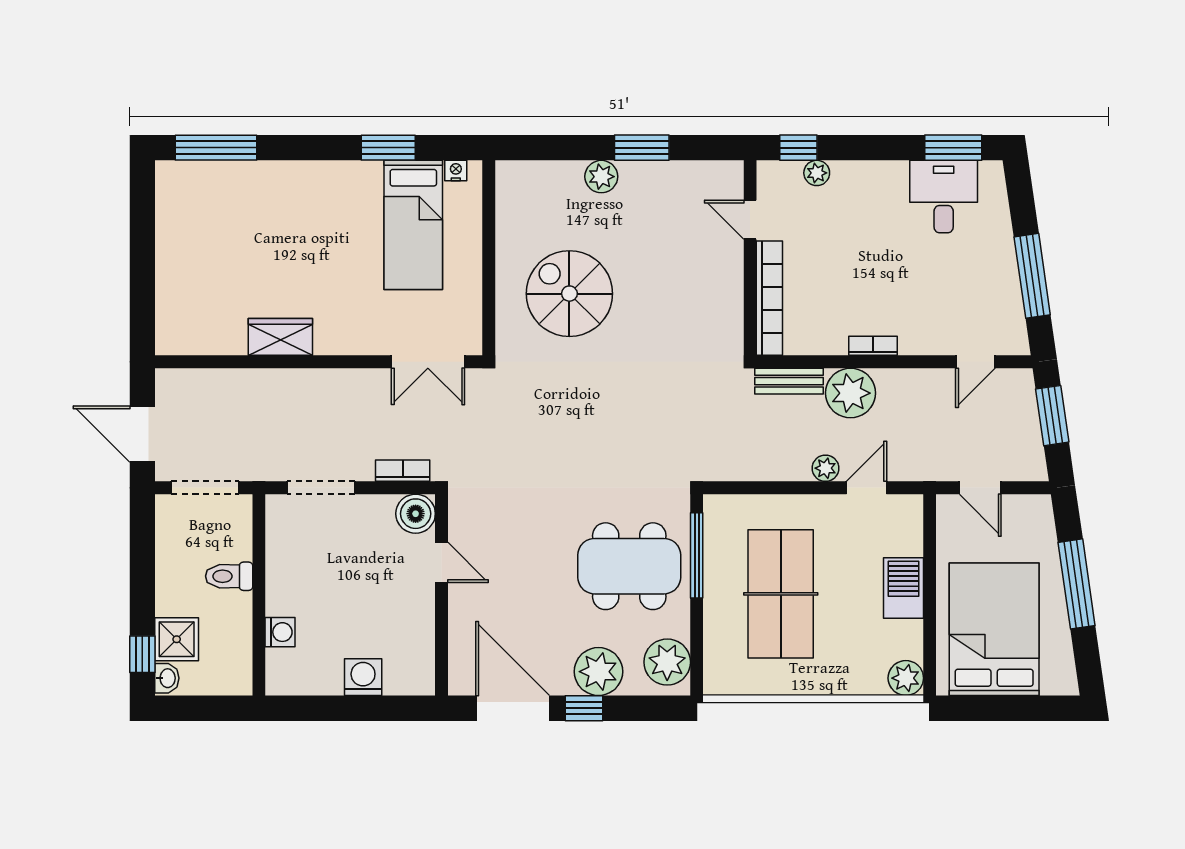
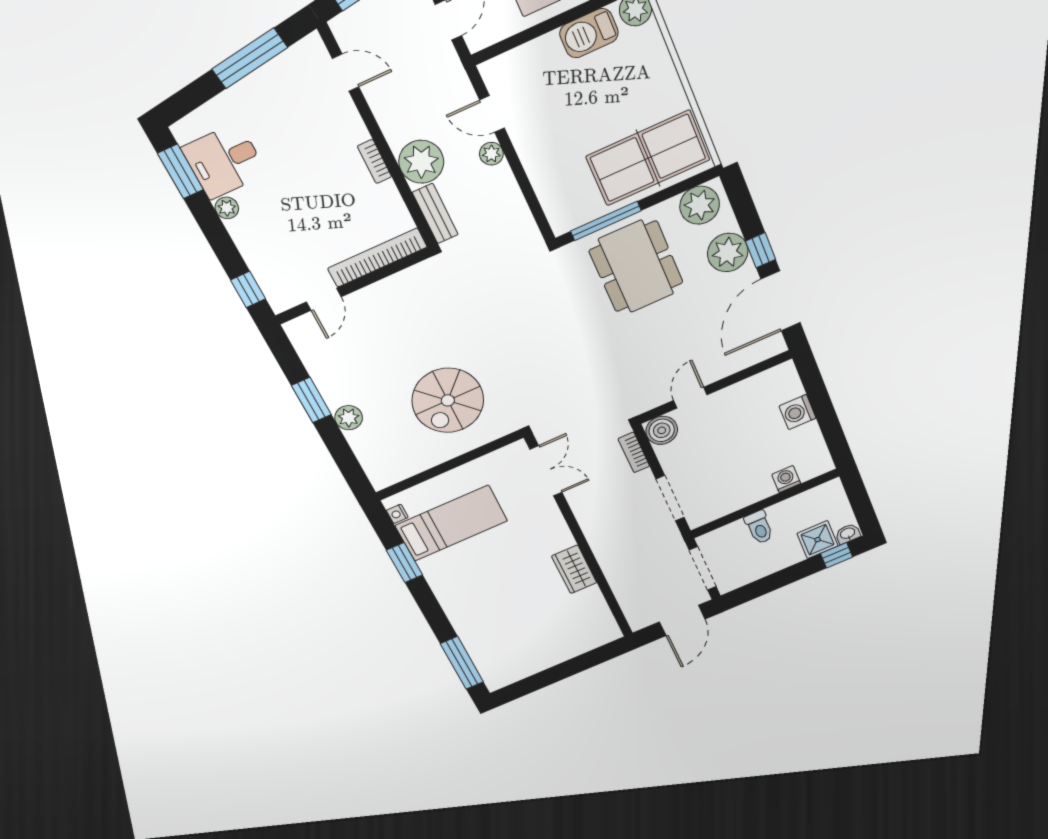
plant: (817, 173) -> (227, 208), moved
barbecue: (904, 588) -> (589, 33), moved
table tennis table: (781, 594) -> (648, 158), moved

